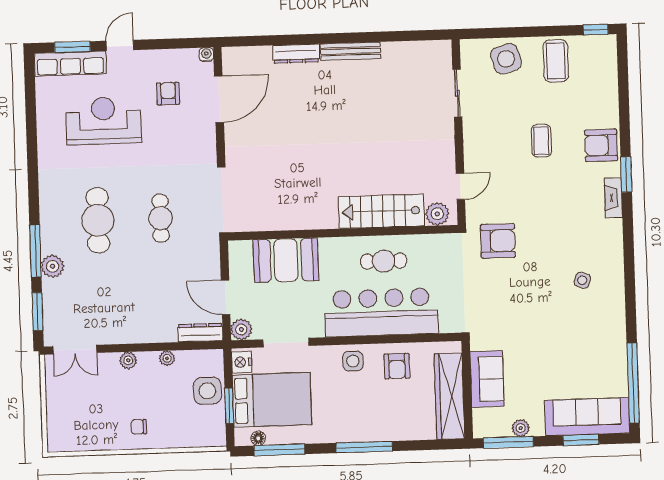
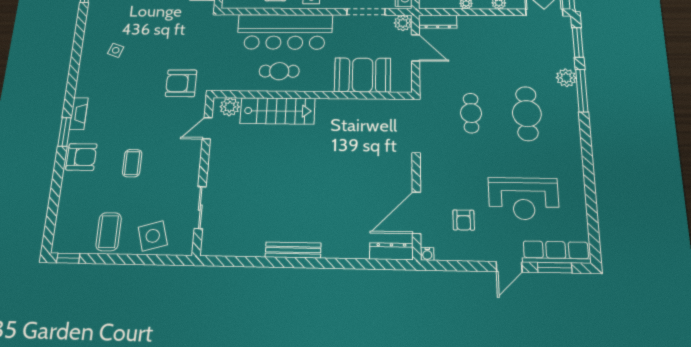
dresser: (296, 54) -> (391, 251), moved

